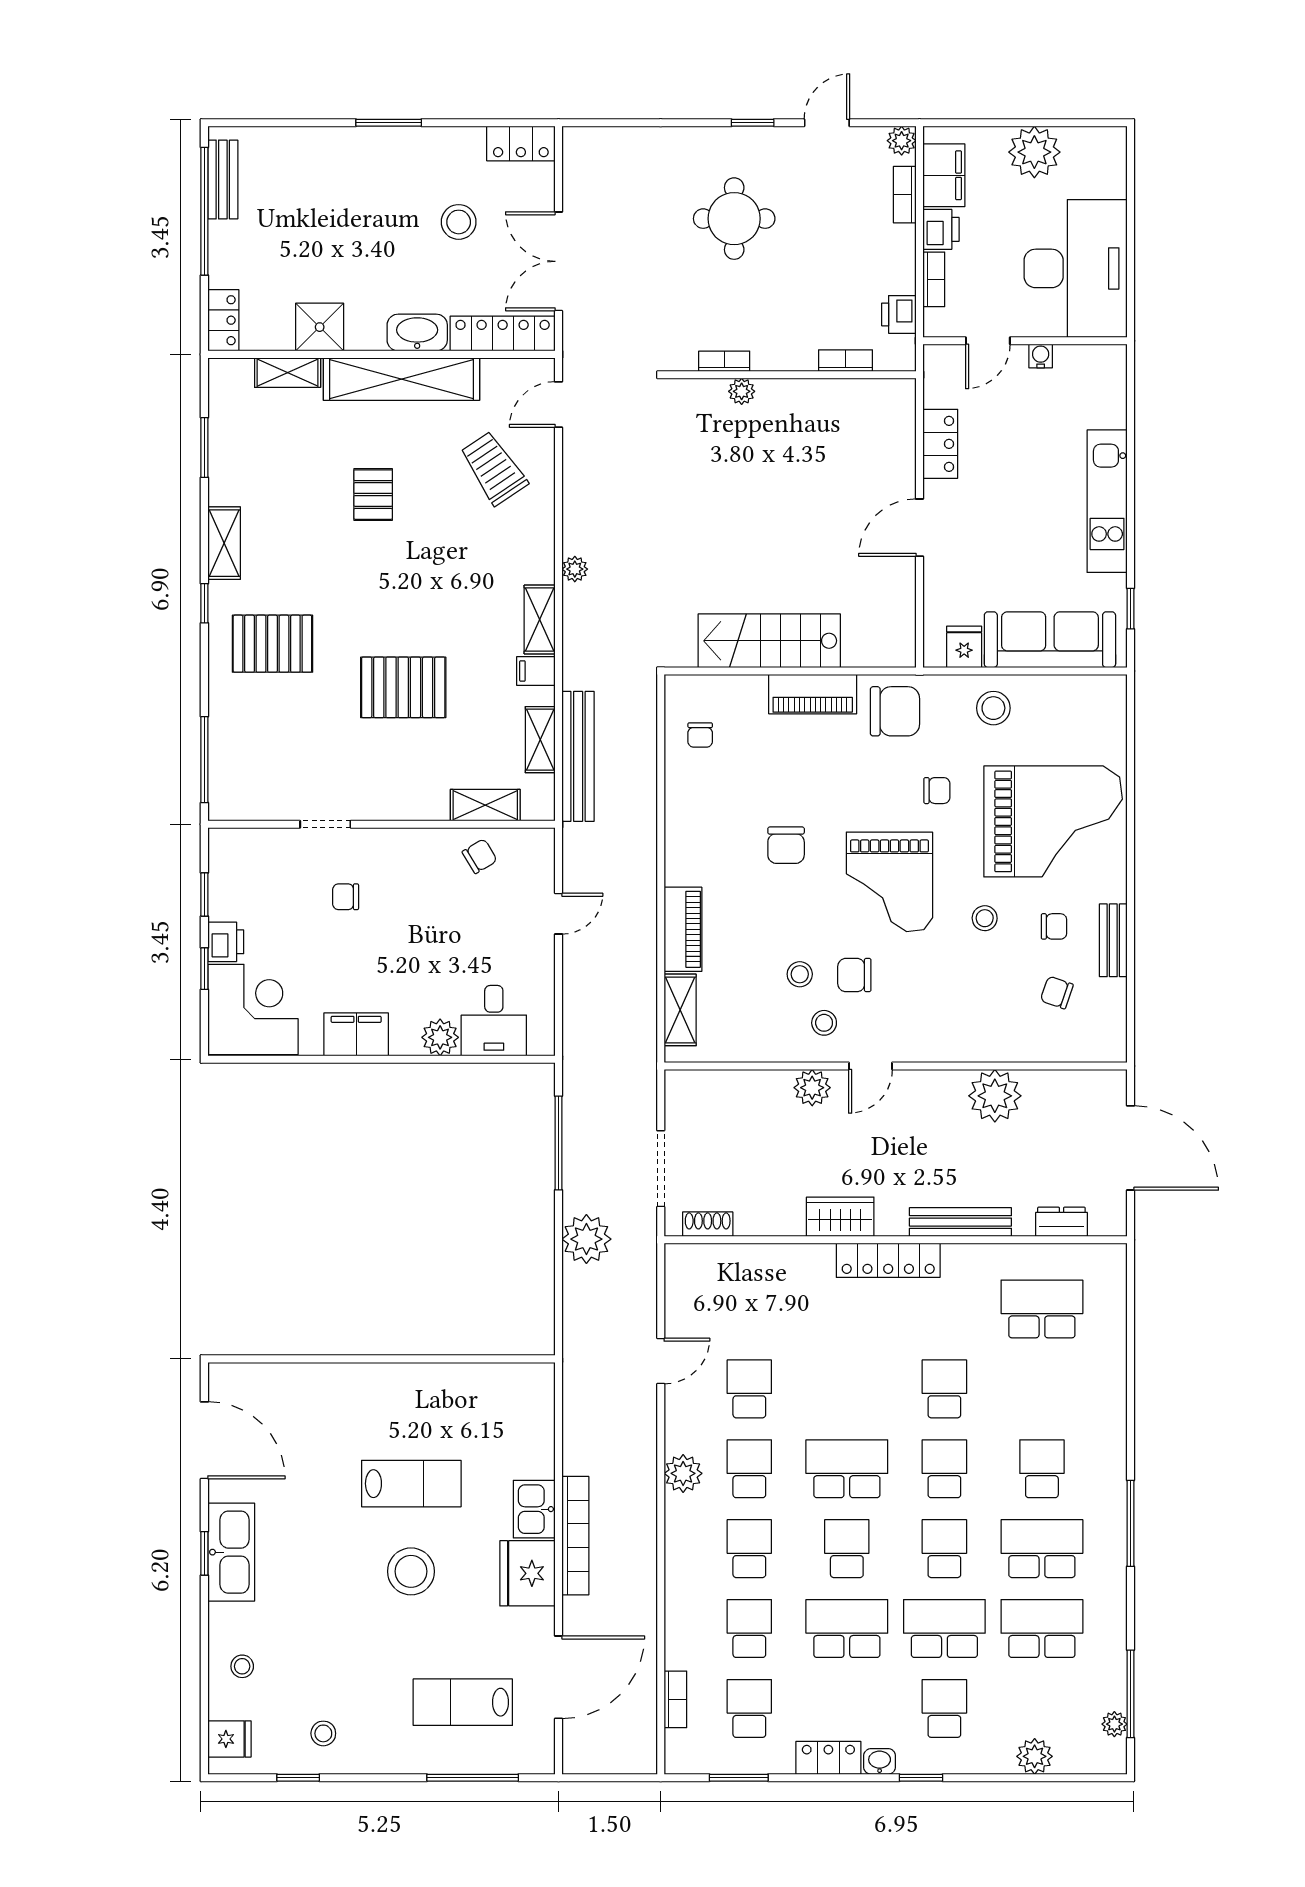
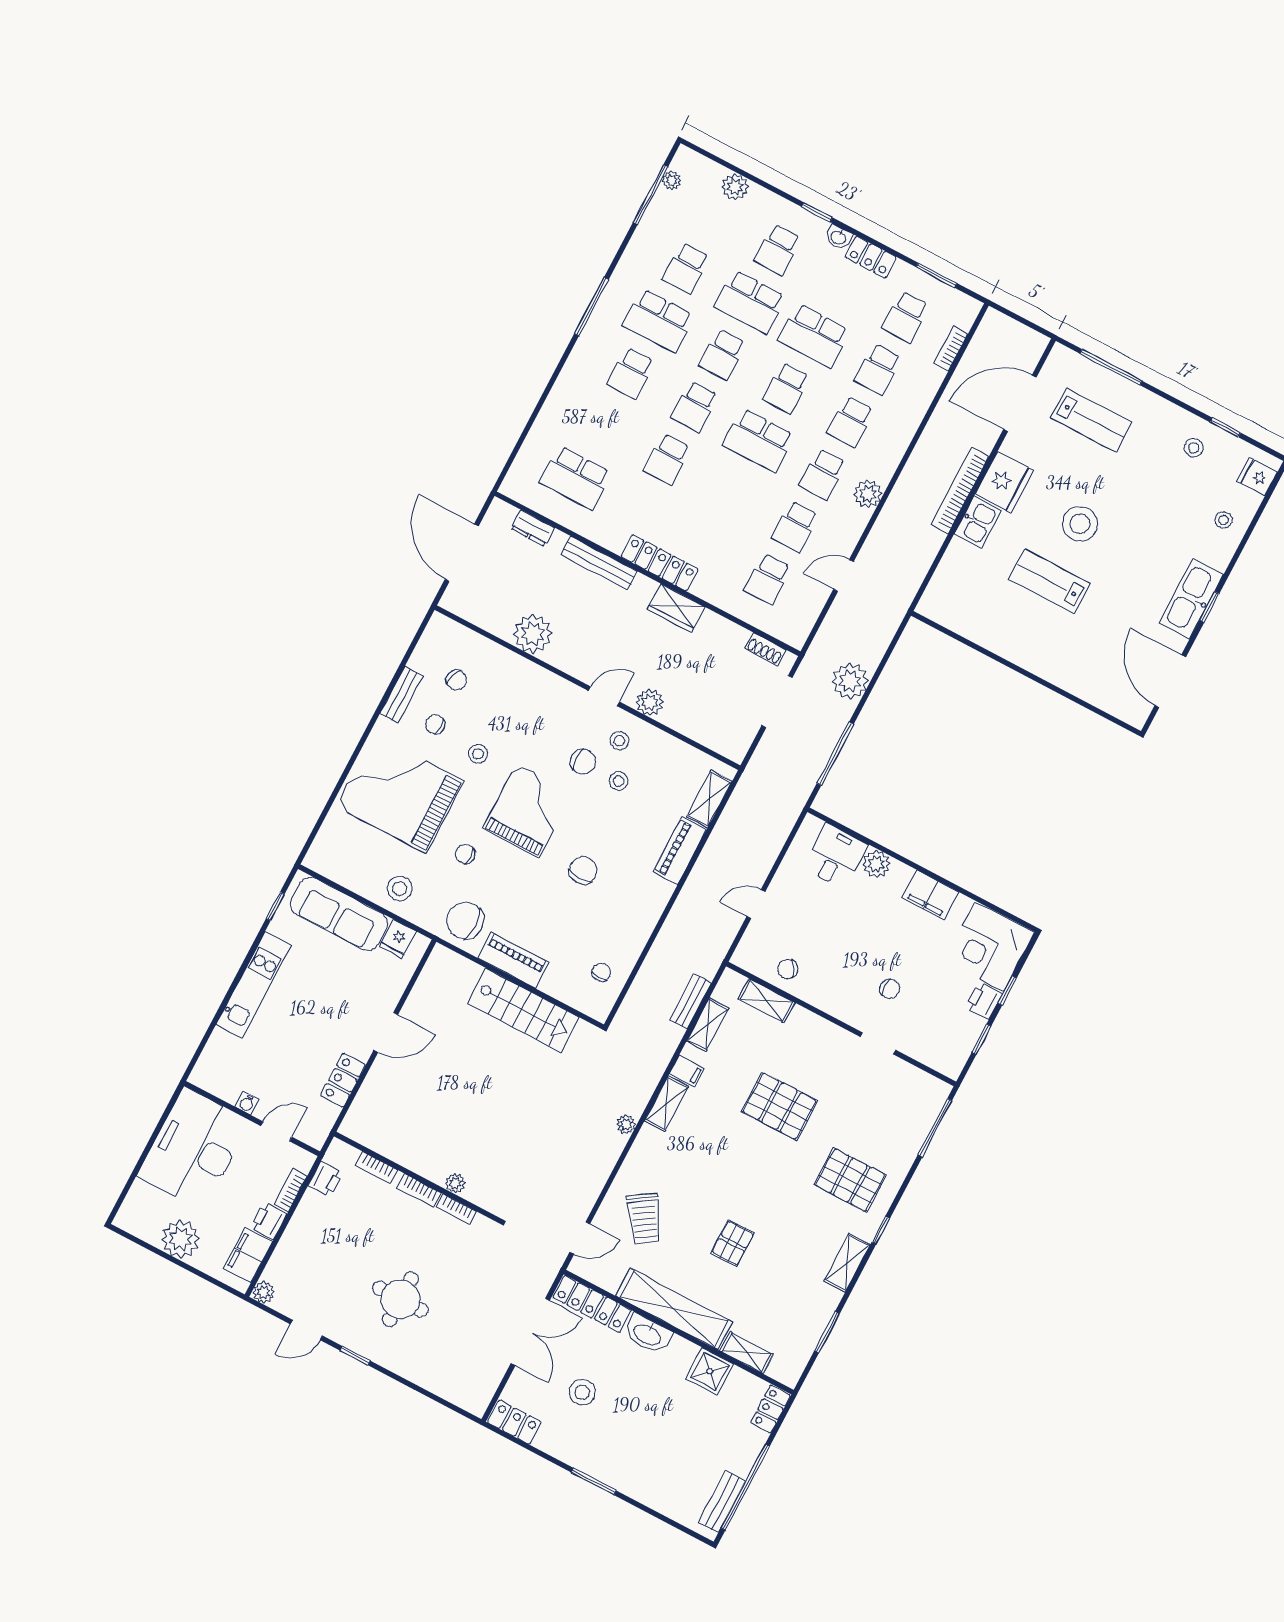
bookcase: (905, 195) -> (419, 1190), moved, turned 90
bench: (578, 756) -> (691, 1001), width x0.54, depth x0.82
school desk: (749, 1309) -> (767, 579), added
school desk: (1042, 1629) -> (686, 268), width x0.54

